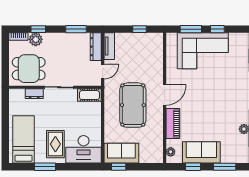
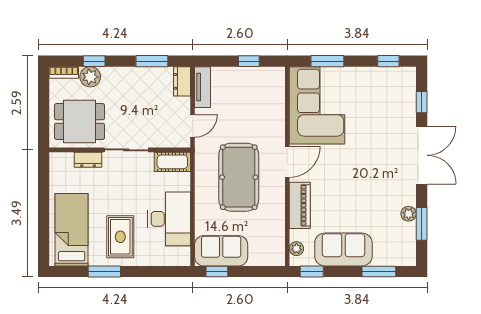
window: (217, 29) -> (388, 61), moved
dresser: (96, 47) -> (182, 81), width x0.70
corner sofa: (203, 51) -> (317, 105), moved, turned -90
desk: (84, 149) -> (169, 219), moved, turned -90
window: (193, 167) -> (312, 272), moved

